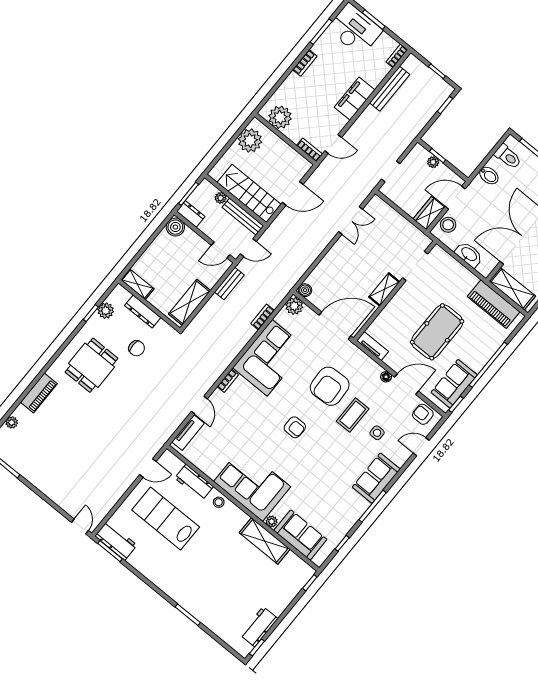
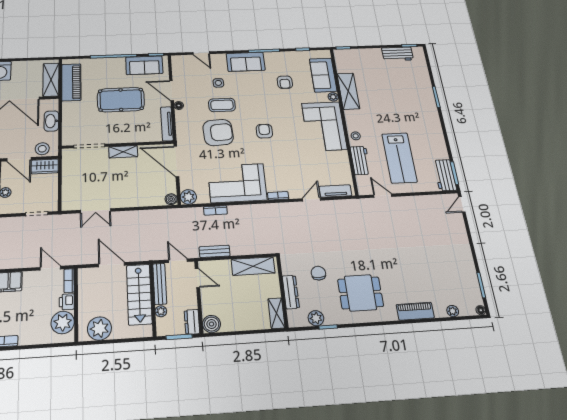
printer: (294, 134) -> (67, 302), added
double door: (351, 220) -> (96, 211), swing flipped
tv unit: (373, 346) -> (167, 124), width x1.41
armchair: (423, 414) -> (285, 82), moved

